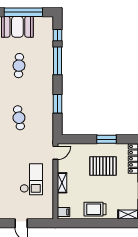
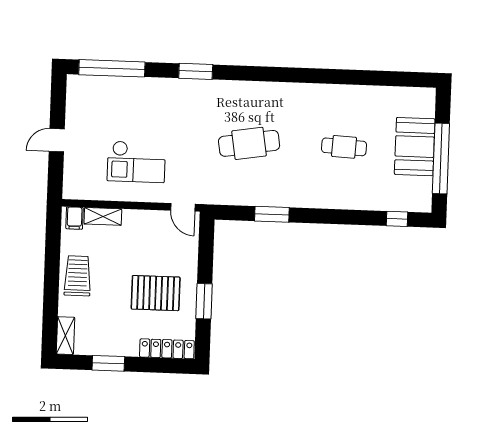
window: (57, 61) -> (350, 217), removed
cafe table: (19, 118) -> (249, 143), width x1.37, depth x1.35
pallet: (103, 166) -> (156, 293), turned 90
shelving: (62, 183) -> (103, 216), moved

